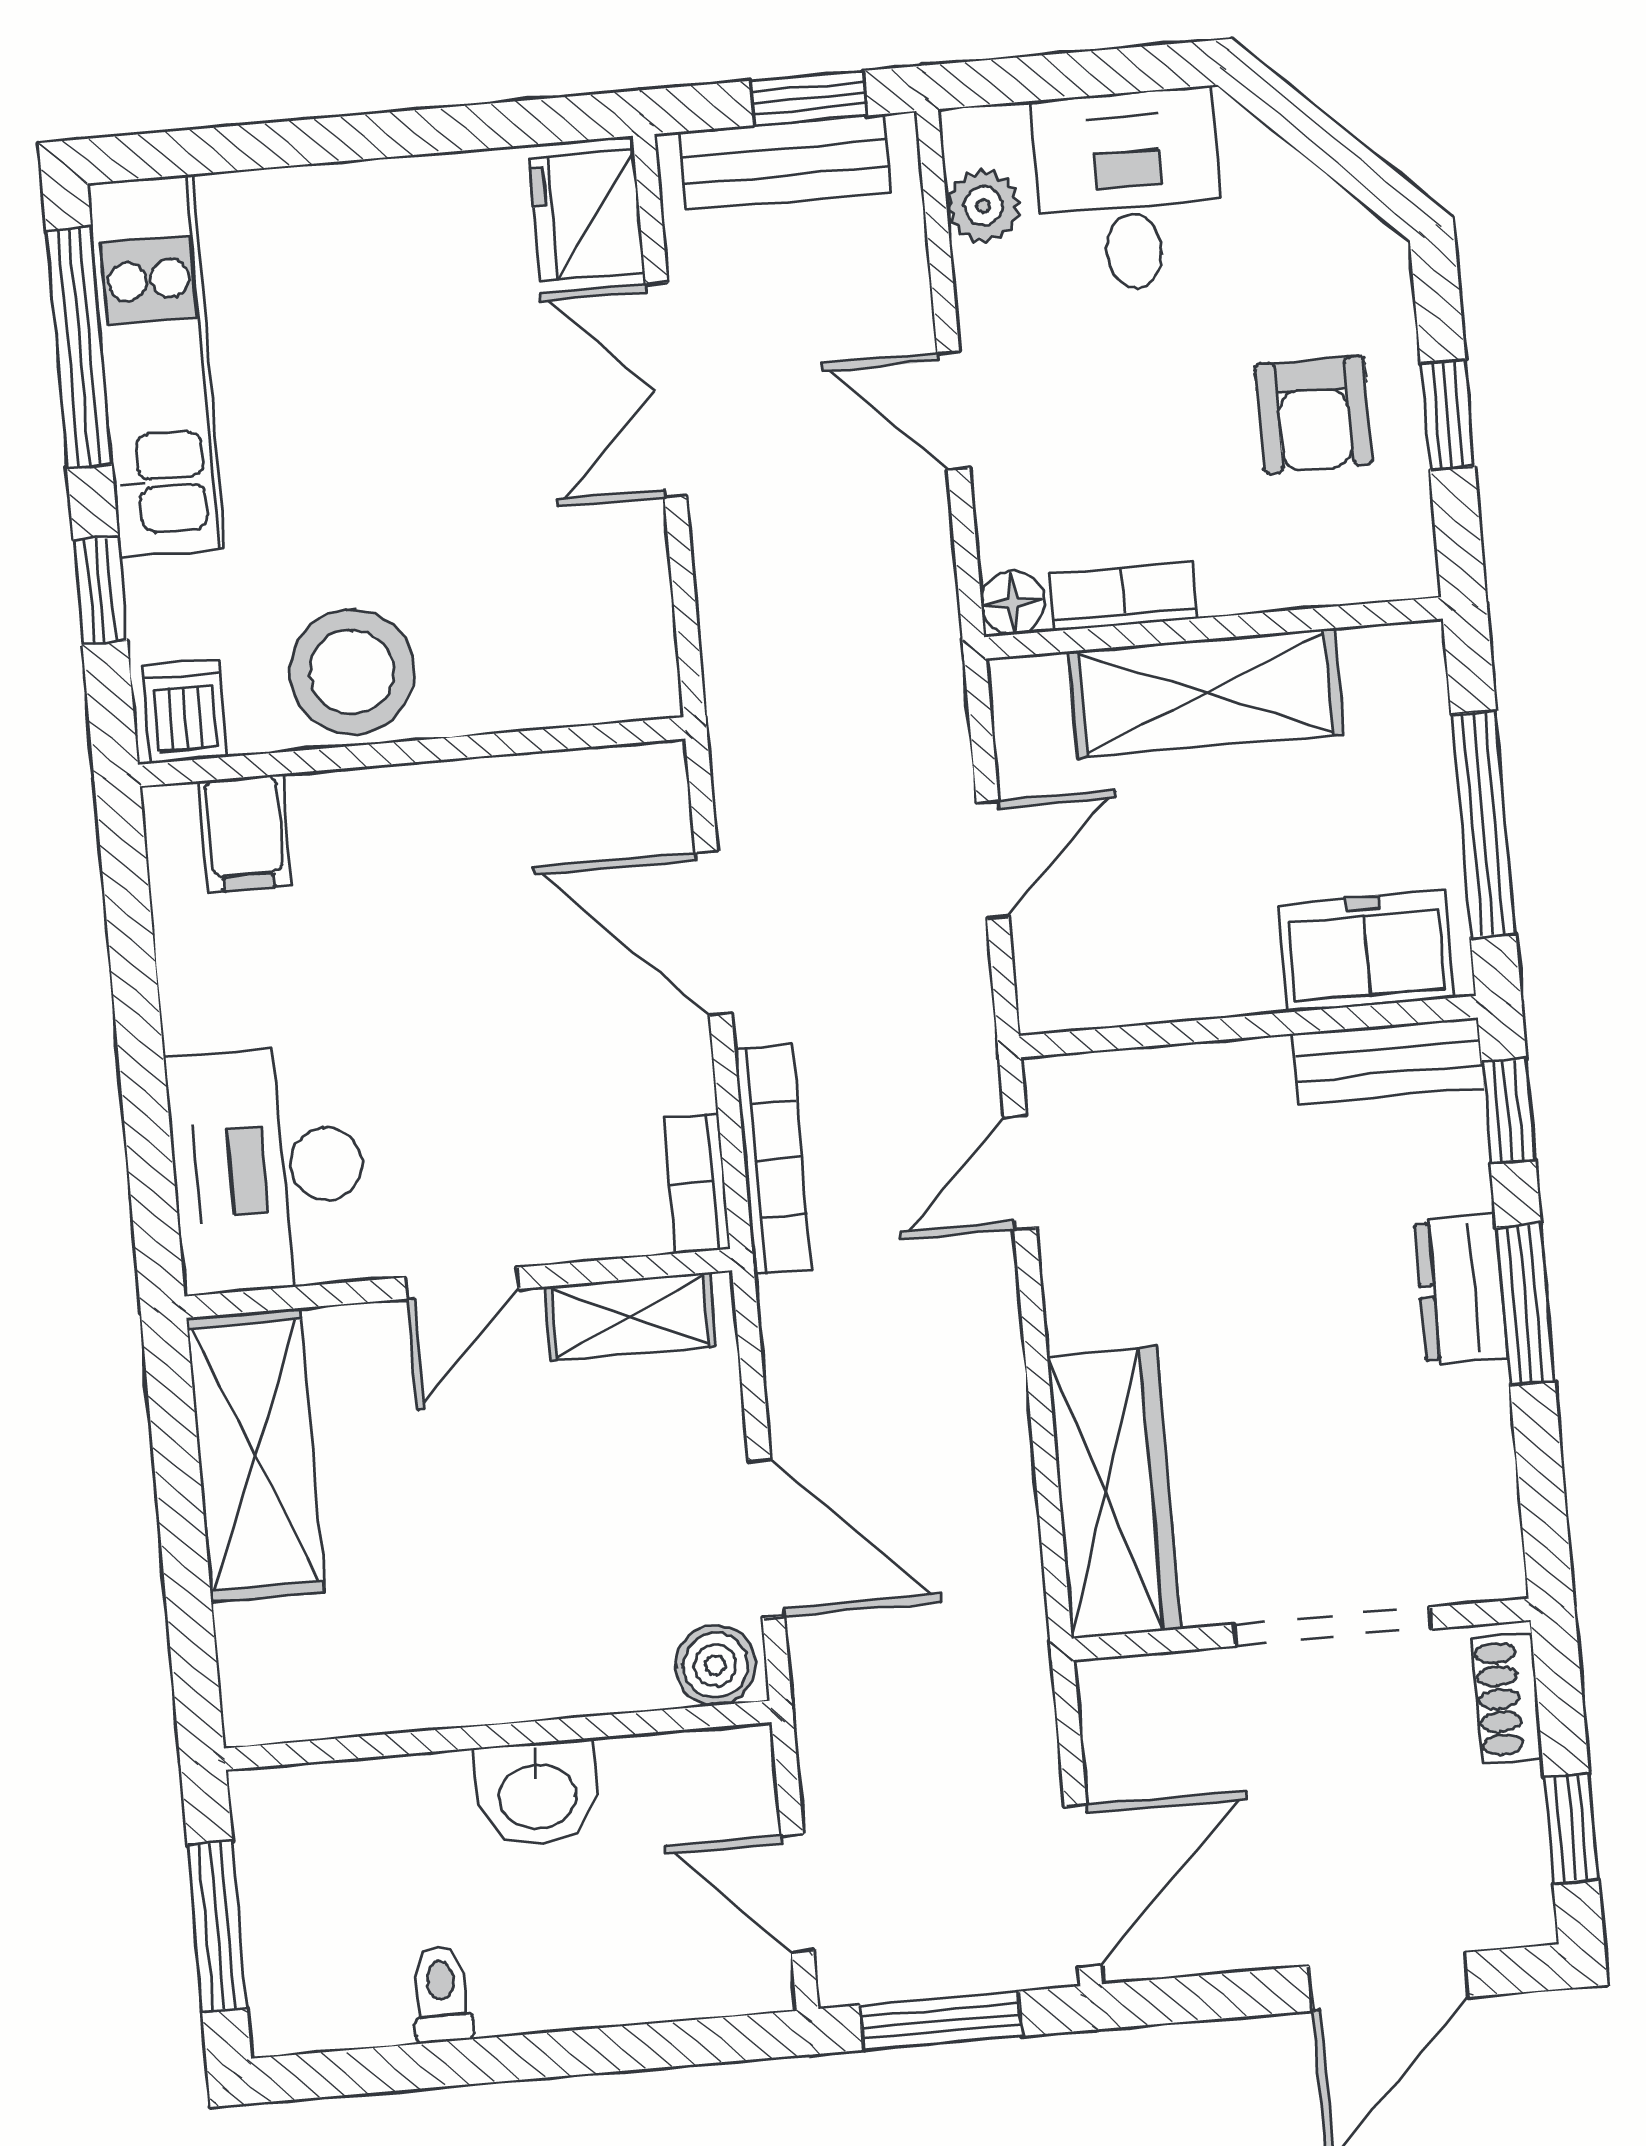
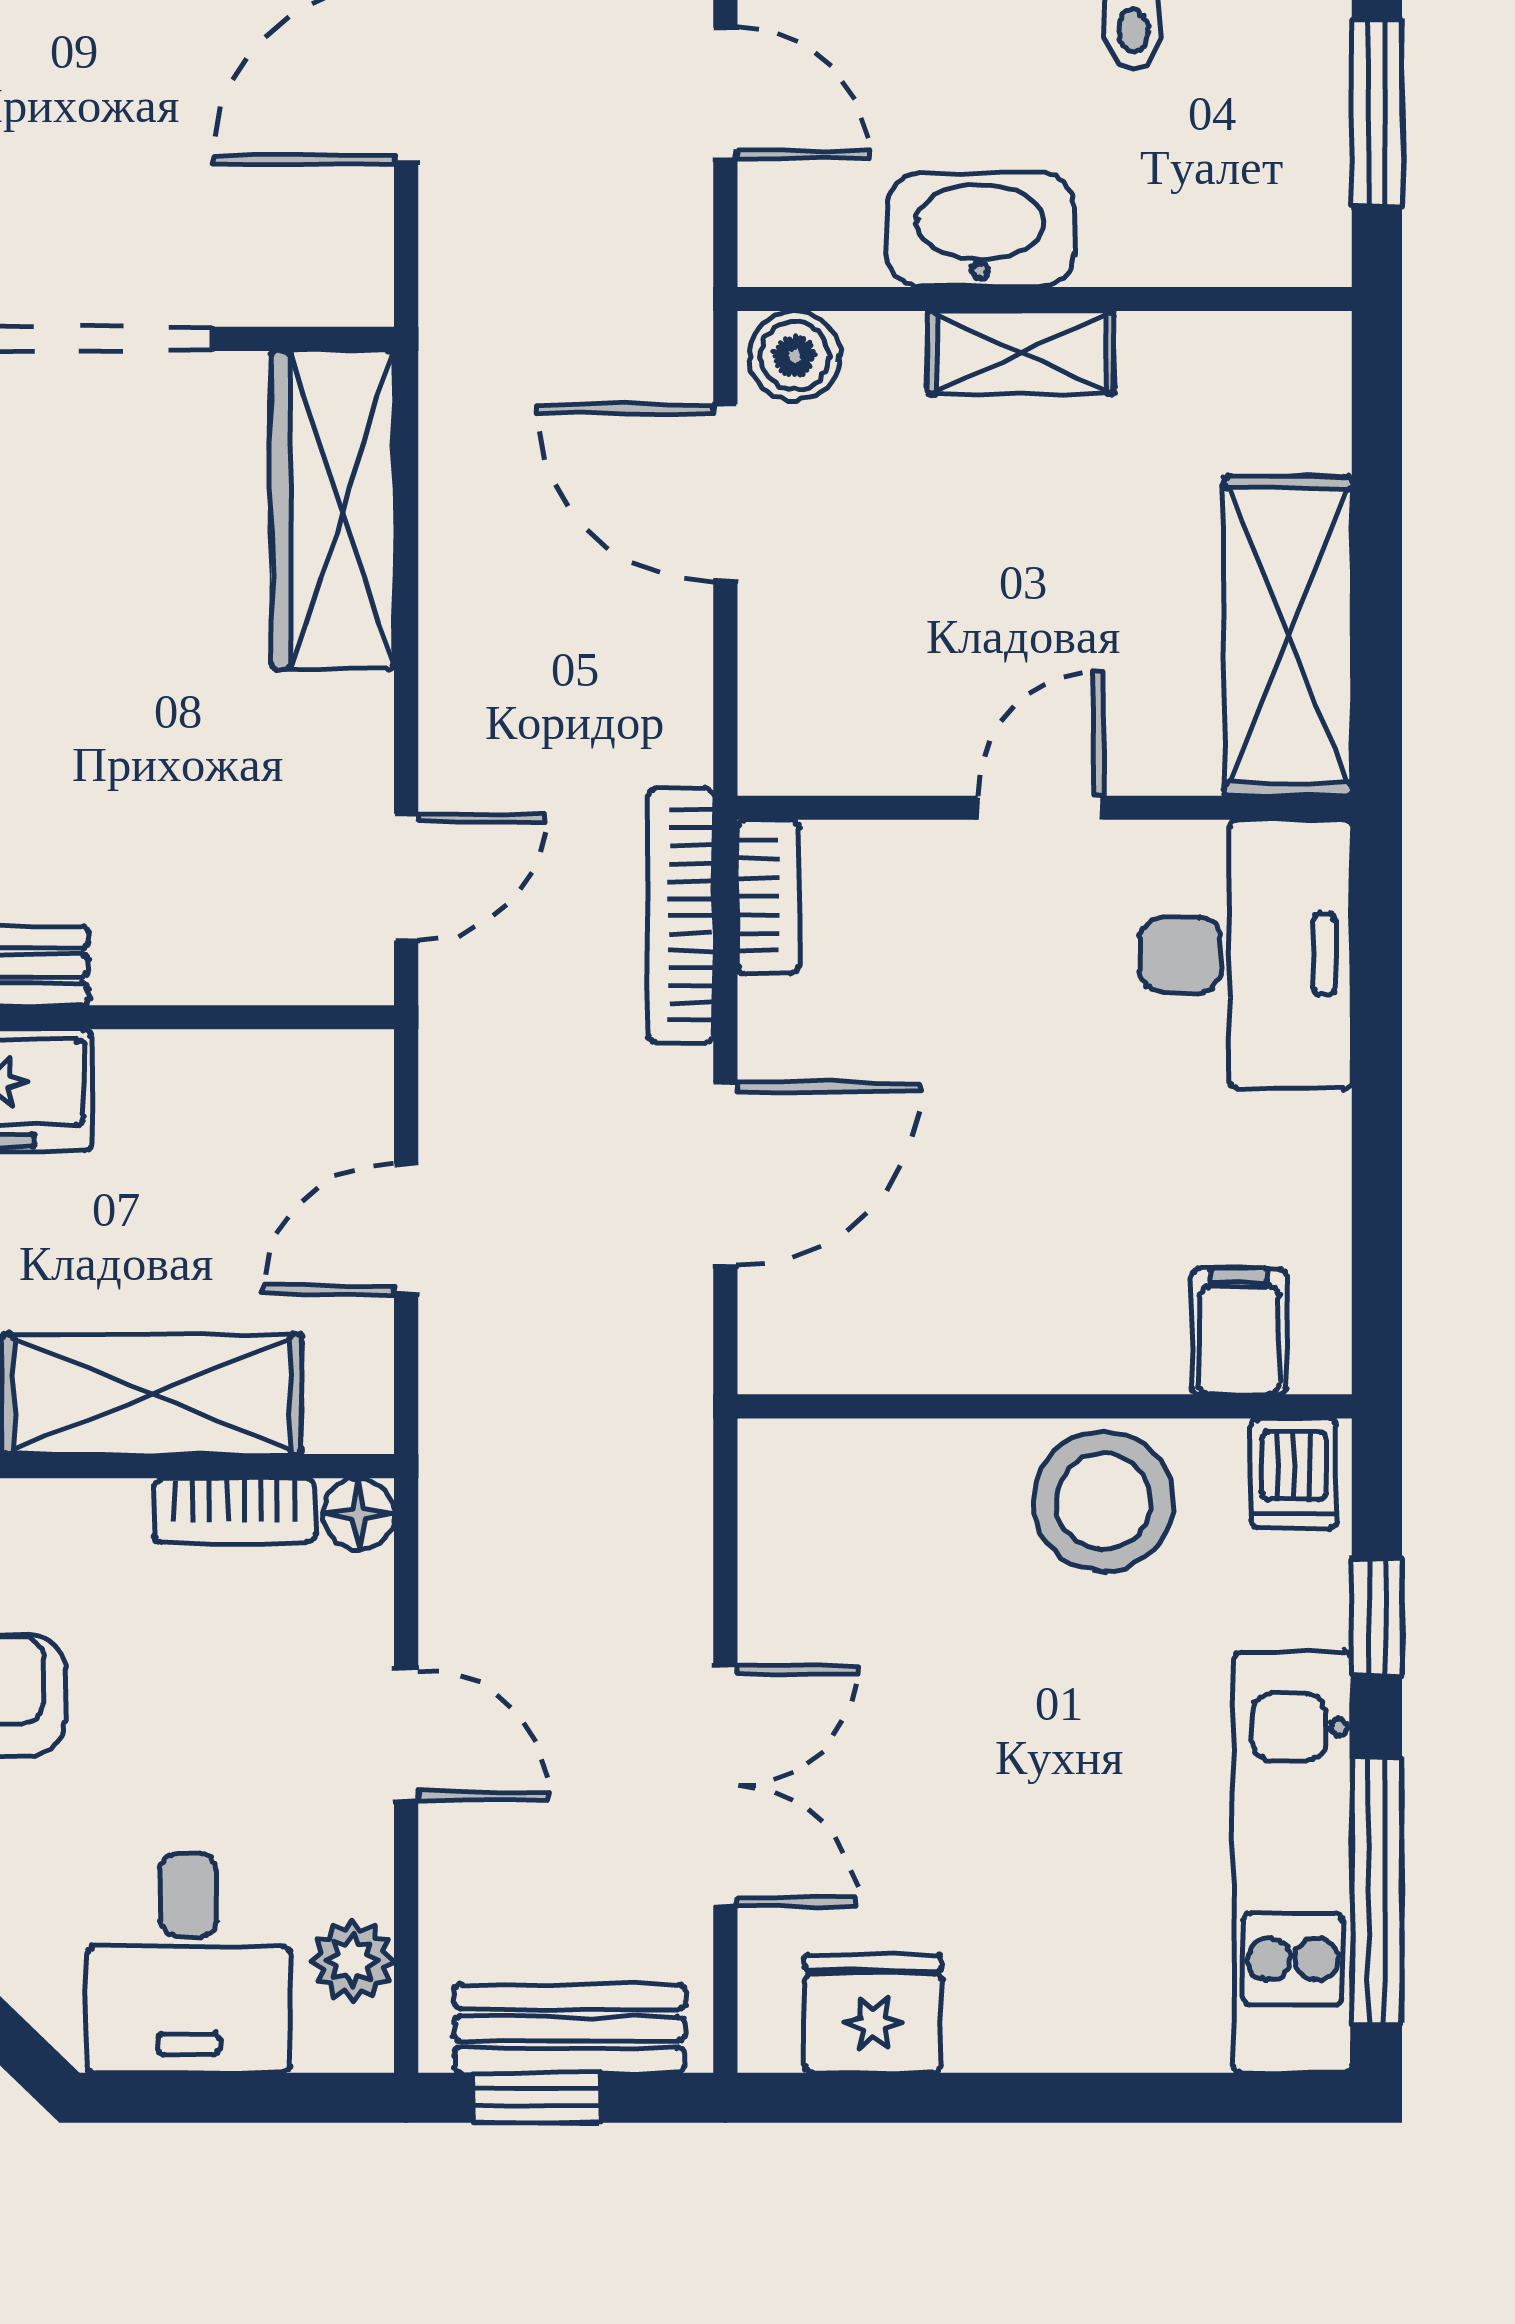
fridge: (587, 215) -> (873, 2013), moved, turned -90
door: (713, 933) -> (725, 1174), hinge flipped
shelving: (630, 1316) -> (1021, 353), moved
washbasin: (537, 1794) -> (980, 230), width x1.38

